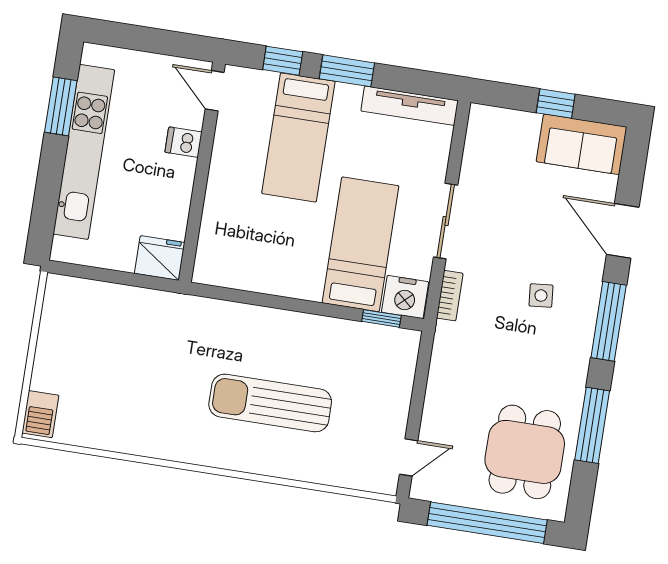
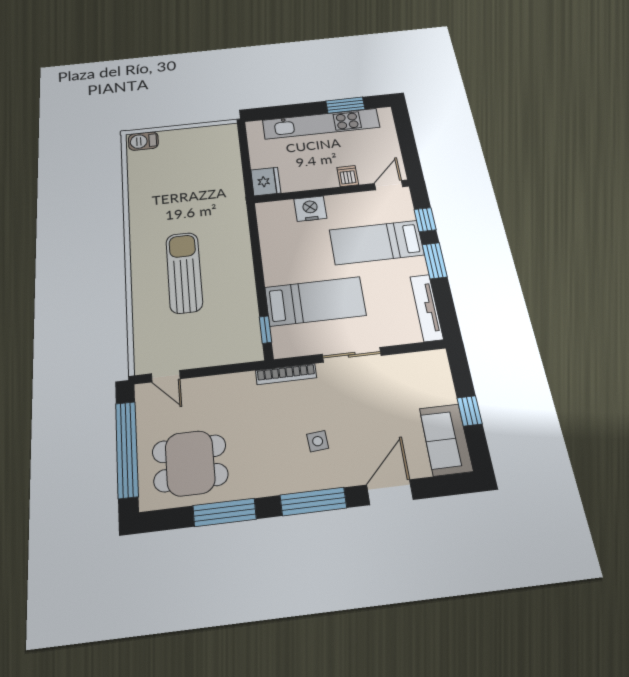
bookcase: (450, 296) -> (286, 374), width x1.56
nightstand: (405, 297) -> (310, 209), moved, turned 90

